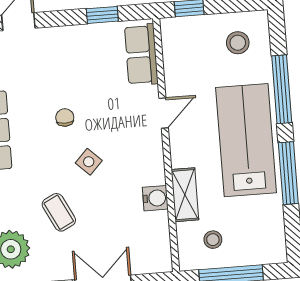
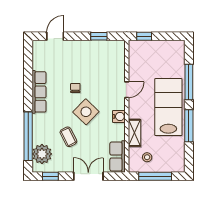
stool: (238, 43) -> (168, 56), removed
row of seats: (141, 55) -> (118, 157), moved
side table: (89, 162) -> (86, 112), width x1.87, depth x1.87
water cooler: (155, 198) -> (119, 116), moved

